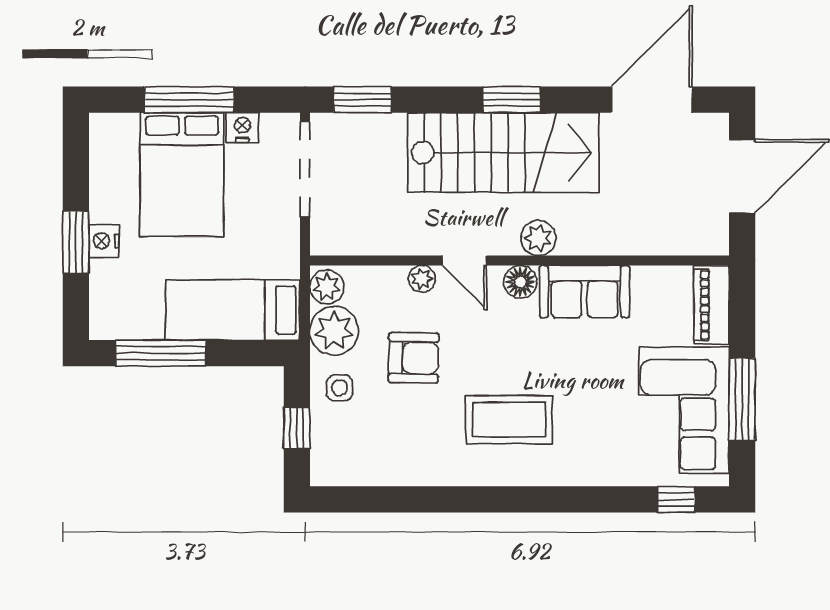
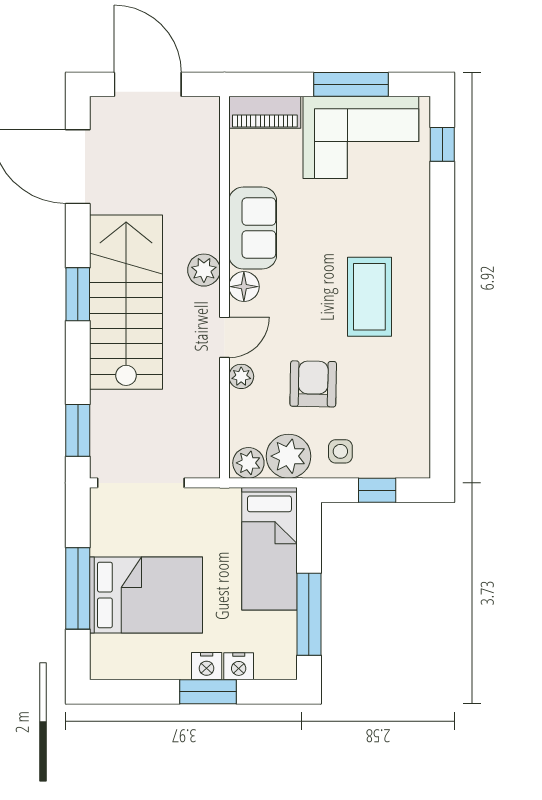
nightstand: (242, 128) -> (239, 666), moved, turned -90

